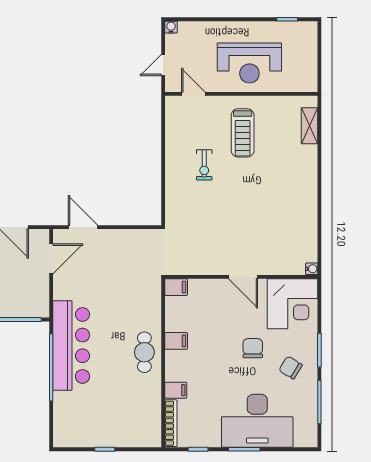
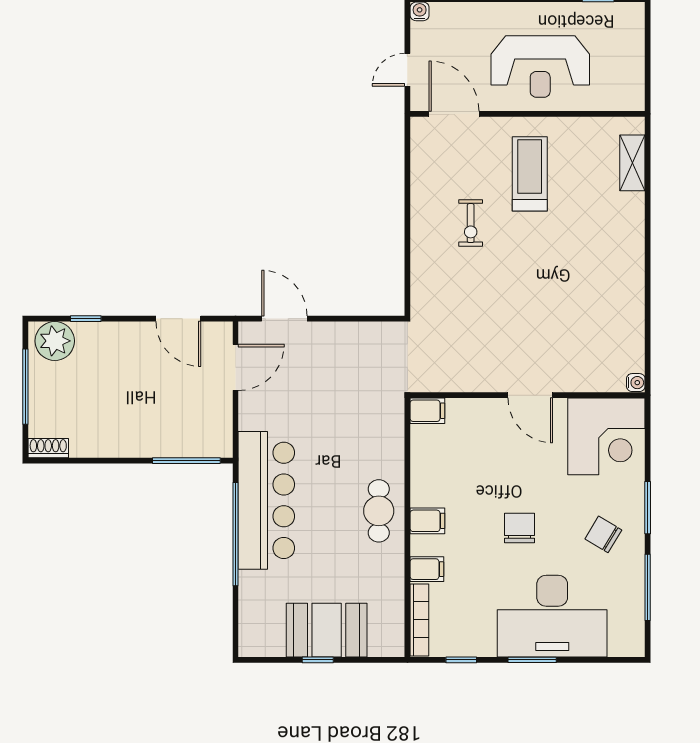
door: (193, 94) -> (454, 114), width x1.38
treadmill: (243, 133) -> (530, 174), turned 180
filing cabinet: (176, 341) -> (427, 521), moved
chair: (253, 348) -> (520, 528), moved
booth: (110, 430) -> (327, 630), added

